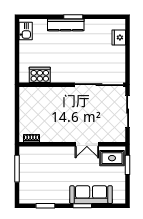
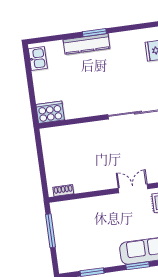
cooker: (40, 75) -> (50, 112), moved
double door: (87, 144) -> (133, 188), swing flipped

